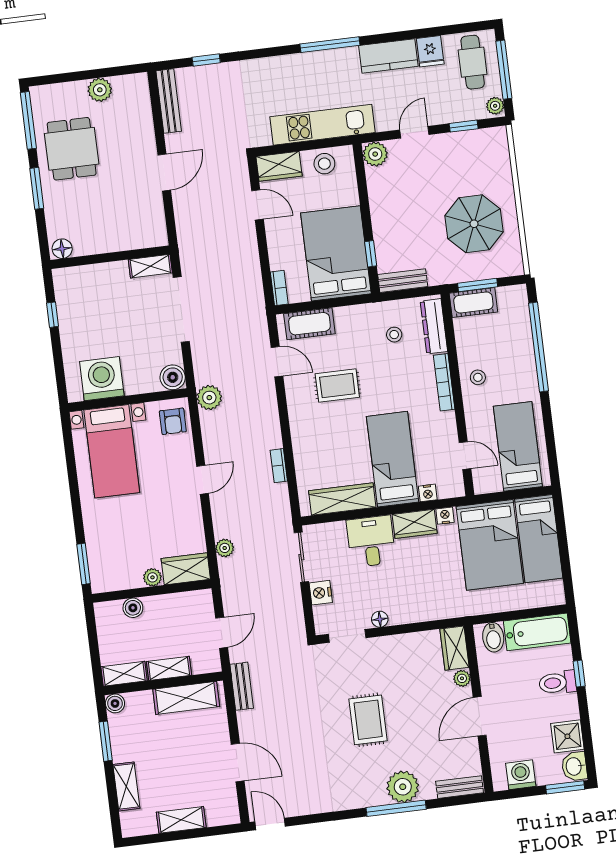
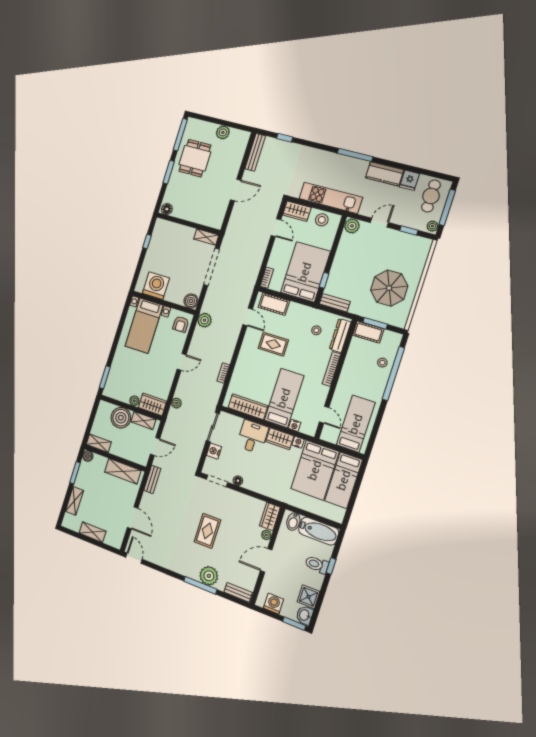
stool: (478, 377) -> (382, 363), moved
boiler: (133, 608) -> (121, 418), width x1.86, depth x1.86
shelving: (169, 668) -> (143, 421), moved

